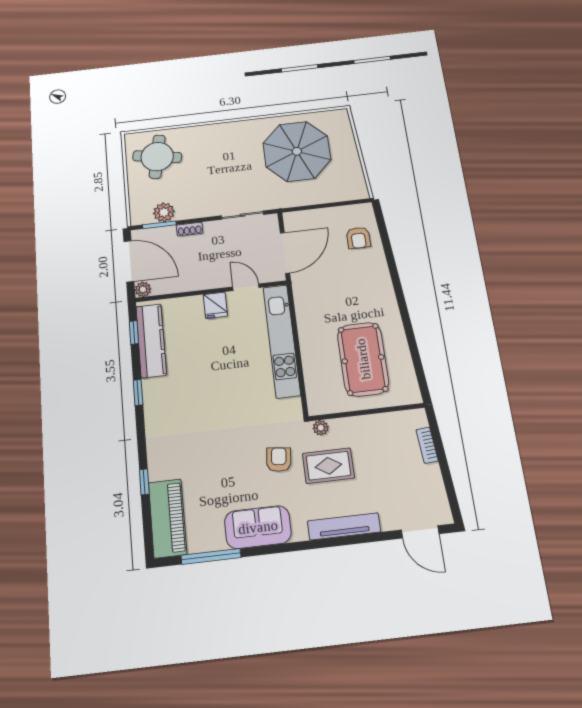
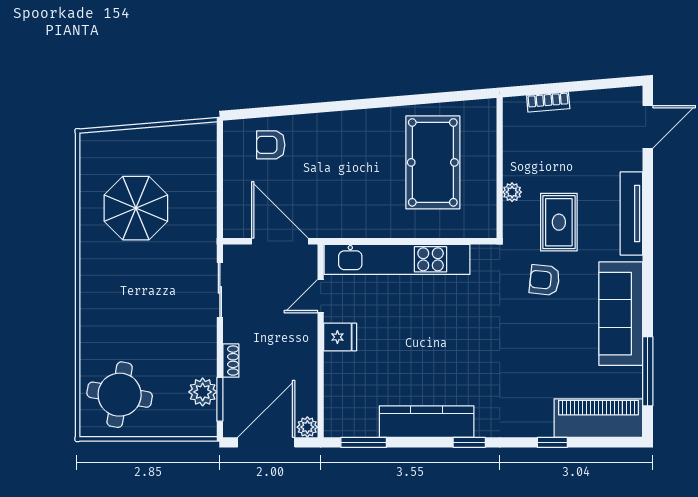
parasol: (297, 151) -> (136, 208), width x0.73, depth x0.73
armchair: (358, 238) -> (271, 145), turned 180
window: (134, 332) -> (364, 442), width x1.50
kitchen counter: (151, 341) -> (427, 422), moved
pool table: (363, 359) -> (433, 162), turned 90
window: (138, 392) -> (469, 442), moved
plant: (321, 428) -> (512, 192), moved
sofa: (258, 527) -> (621, 314), width x1.36

